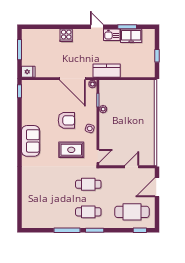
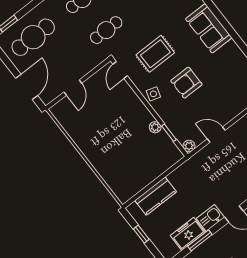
kitchen counter: (107, 71) -> (156, 196), moved
door: (72, 79) -> (216, 135), width x0.53

